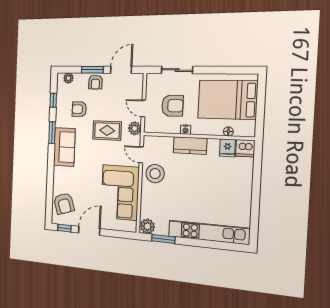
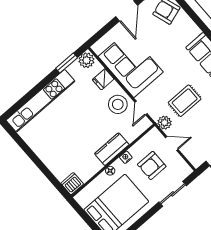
floor lamp: (228, 132) -> (110, 171), moved
fridge: (227, 148) -> (103, 79), moved, turned -90
door: (141, 155) -> (141, 108), swing flipped

